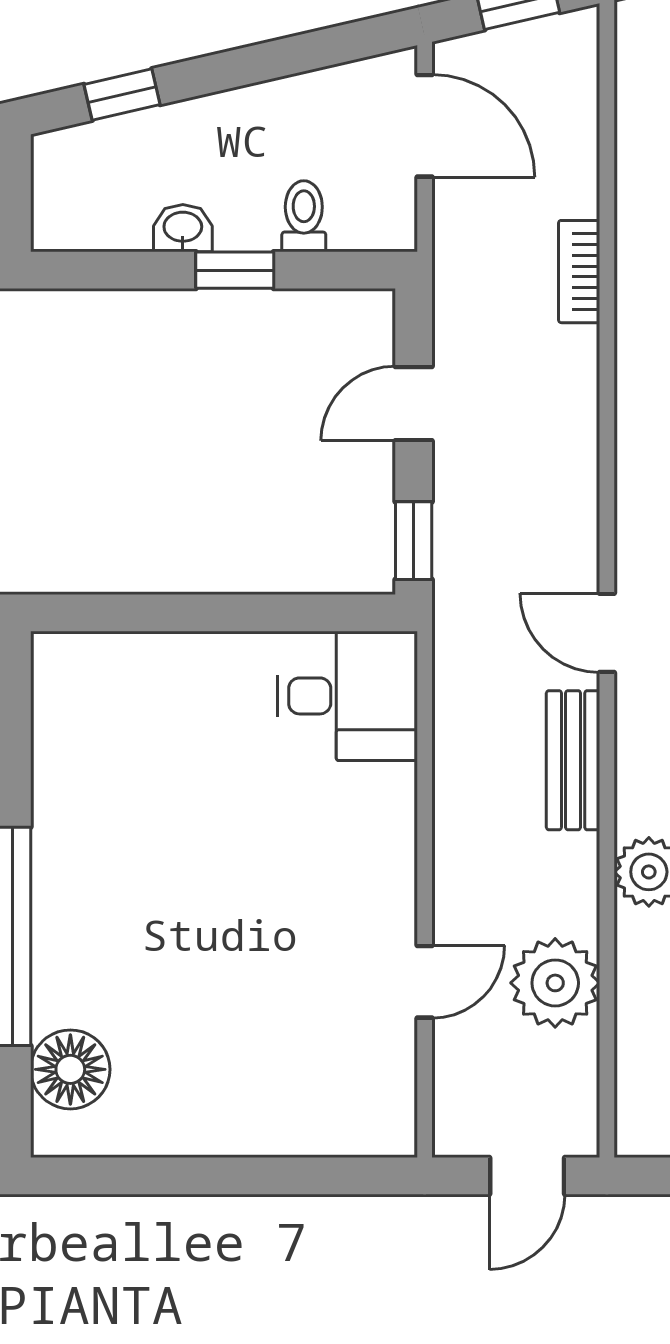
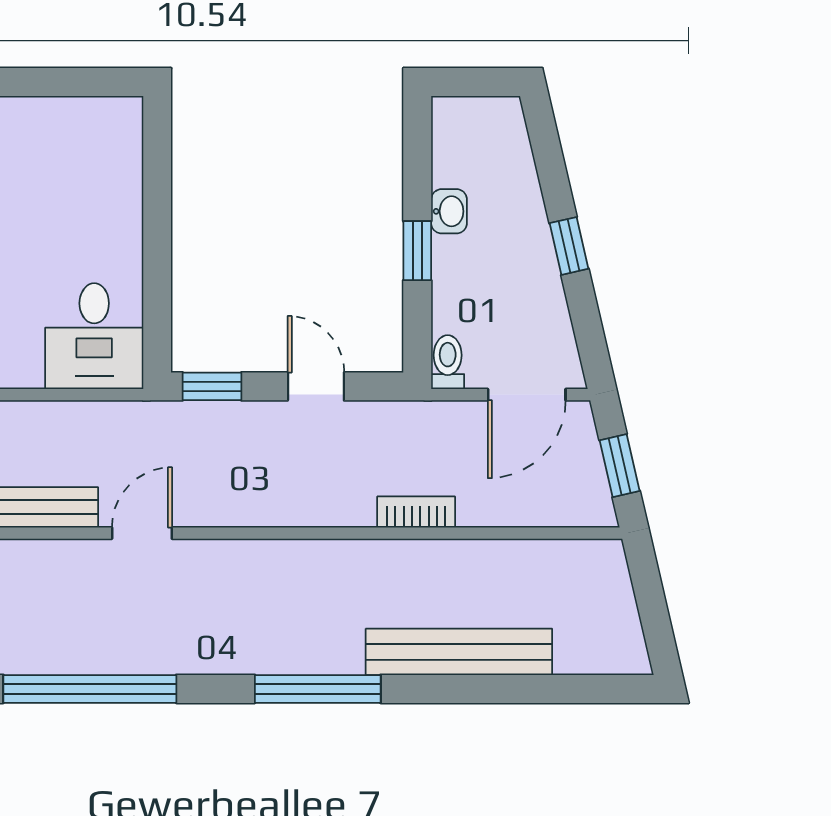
window: (122, 95) -> (569, 246), moved
toilet: (304, 216) -> (448, 362), moved, turned -90

